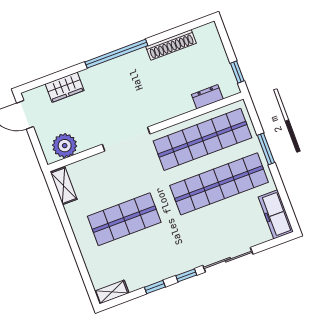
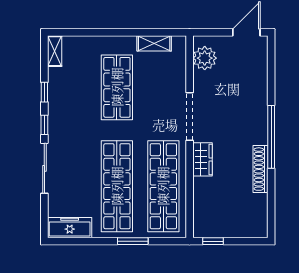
shoe rack: (171, 45) -> (260, 169), moved
wardrobe: (65, 87) -> (203, 159), moved, turned 180
dresser: (207, 97) -> (201, 205), removed
shelving: (64, 186) -> (154, 43), moved

